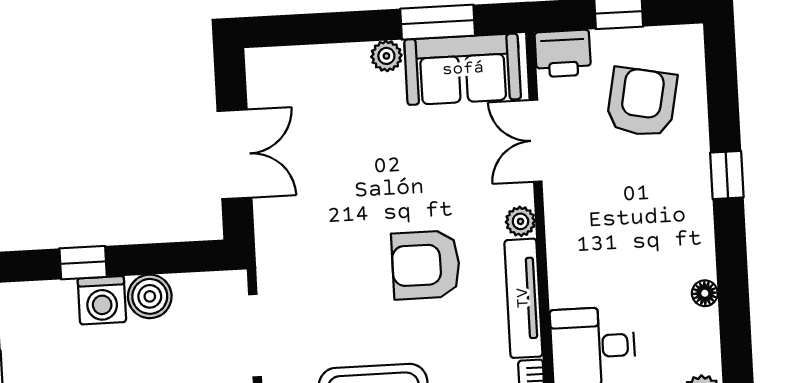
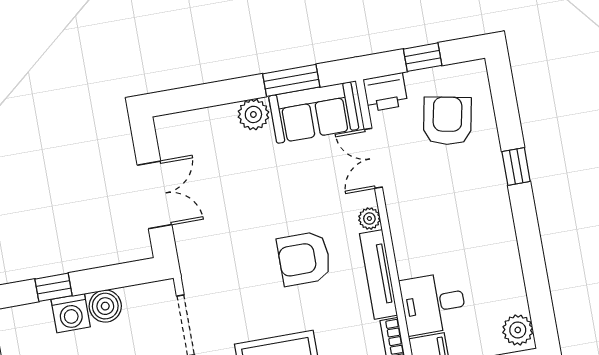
plant: (386, 56) -> (253, 114), width x1.38, depth x1.38
floor lamp: (705, 293) -> (510, 255), removed

